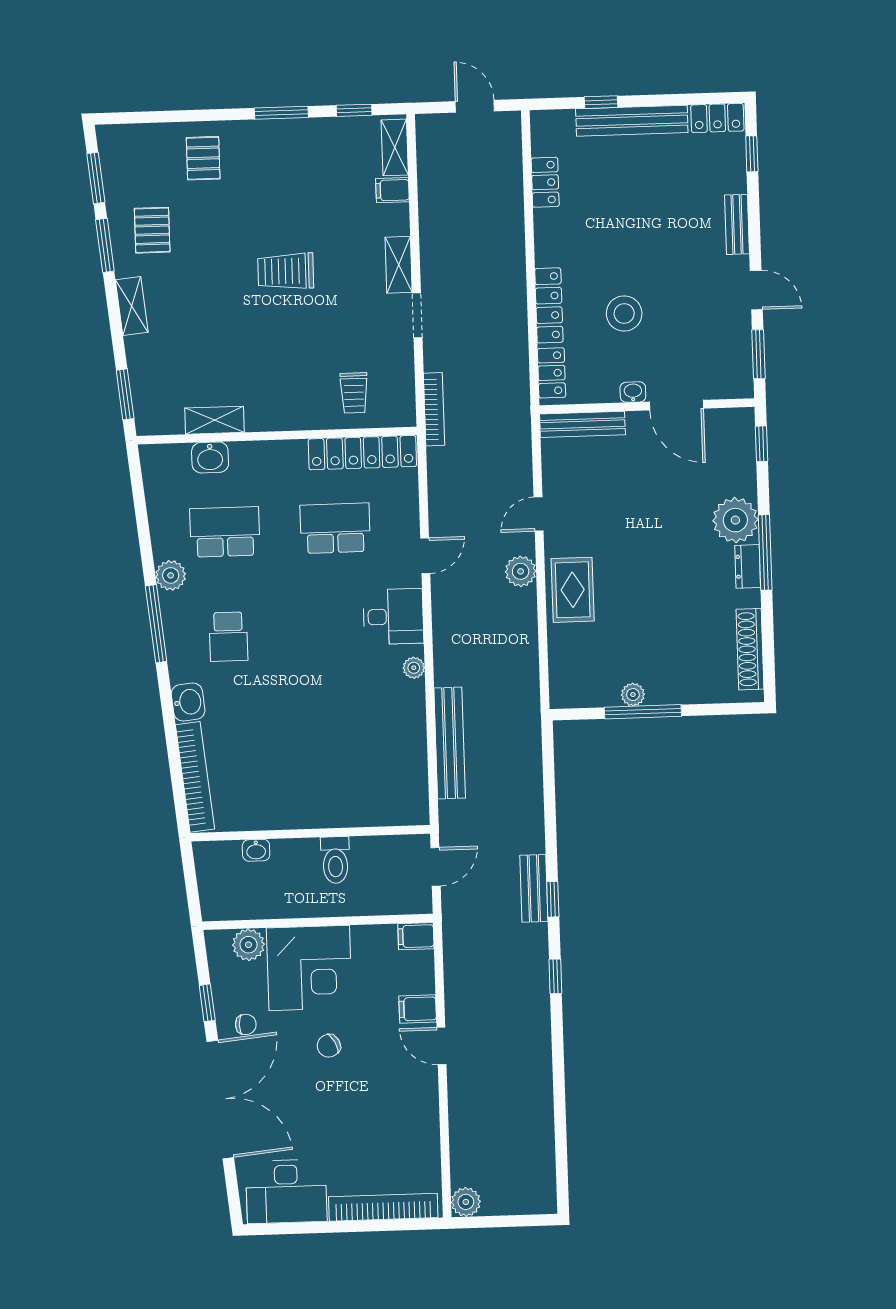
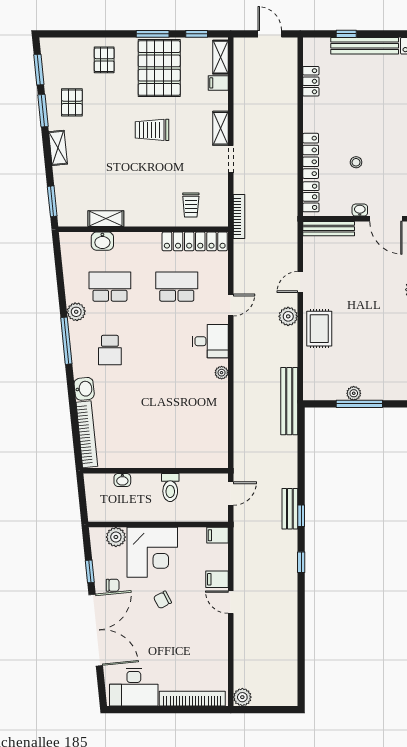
pallet: (294, 169) -> (159, 68), added
stool: (624, 313) -> (356, 162), width x0.53, depth x0.53
bench: (450, 743) -> (289, 401), moved

